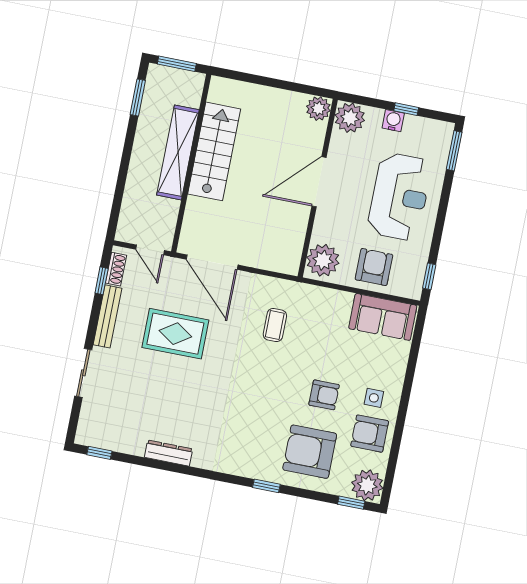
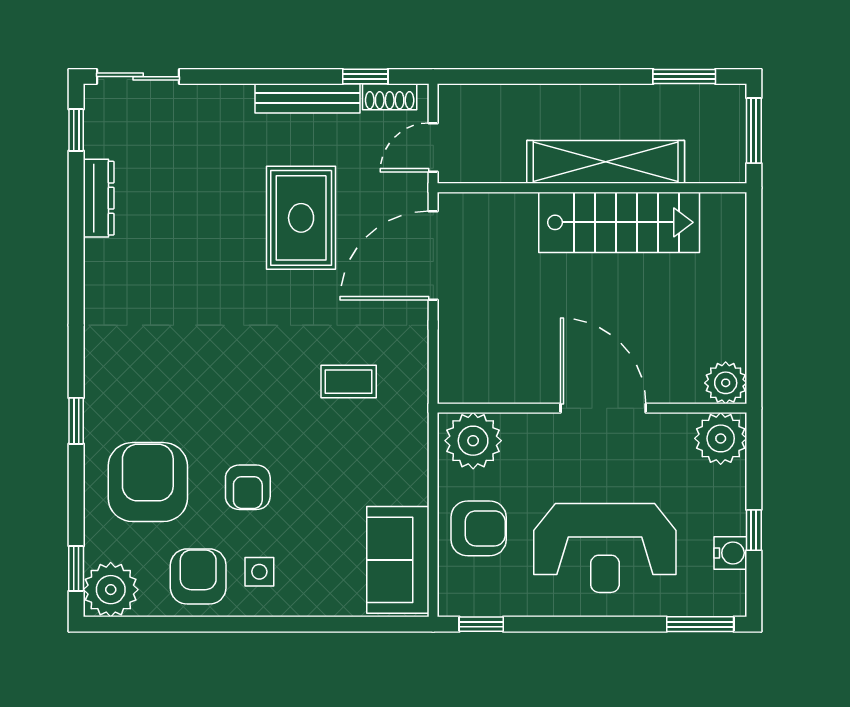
water cooler: (393, 121) -> (730, 553), moved
sliding door: (83, 373) -> (138, 77), moved
dresser: (168, 453) -> (99, 198), moved

